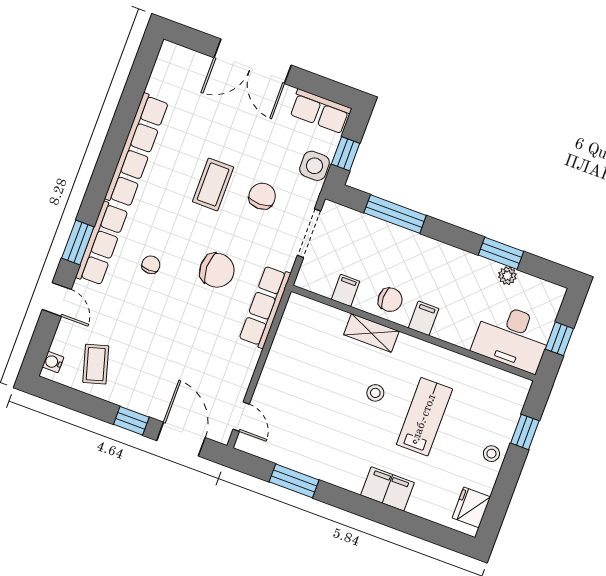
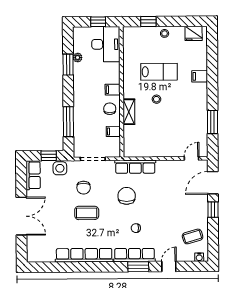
chair: (262, 196) -> (84, 188), turned -90
lab bench: (424, 417) -> (159, 72), turned 180
filing cabinet: (387, 489) -> (200, 76), width x0.50

